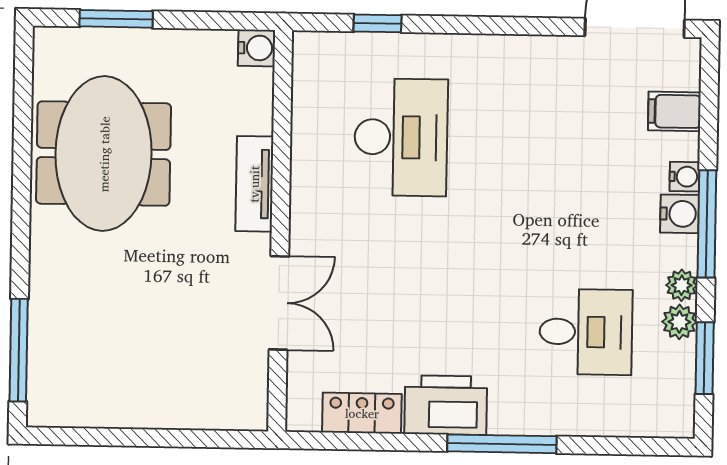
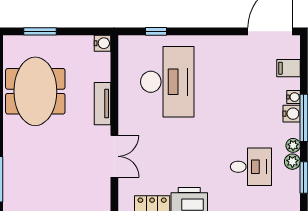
desk: (401, 137) -> (167, 82), width x1.36, depth x1.30

